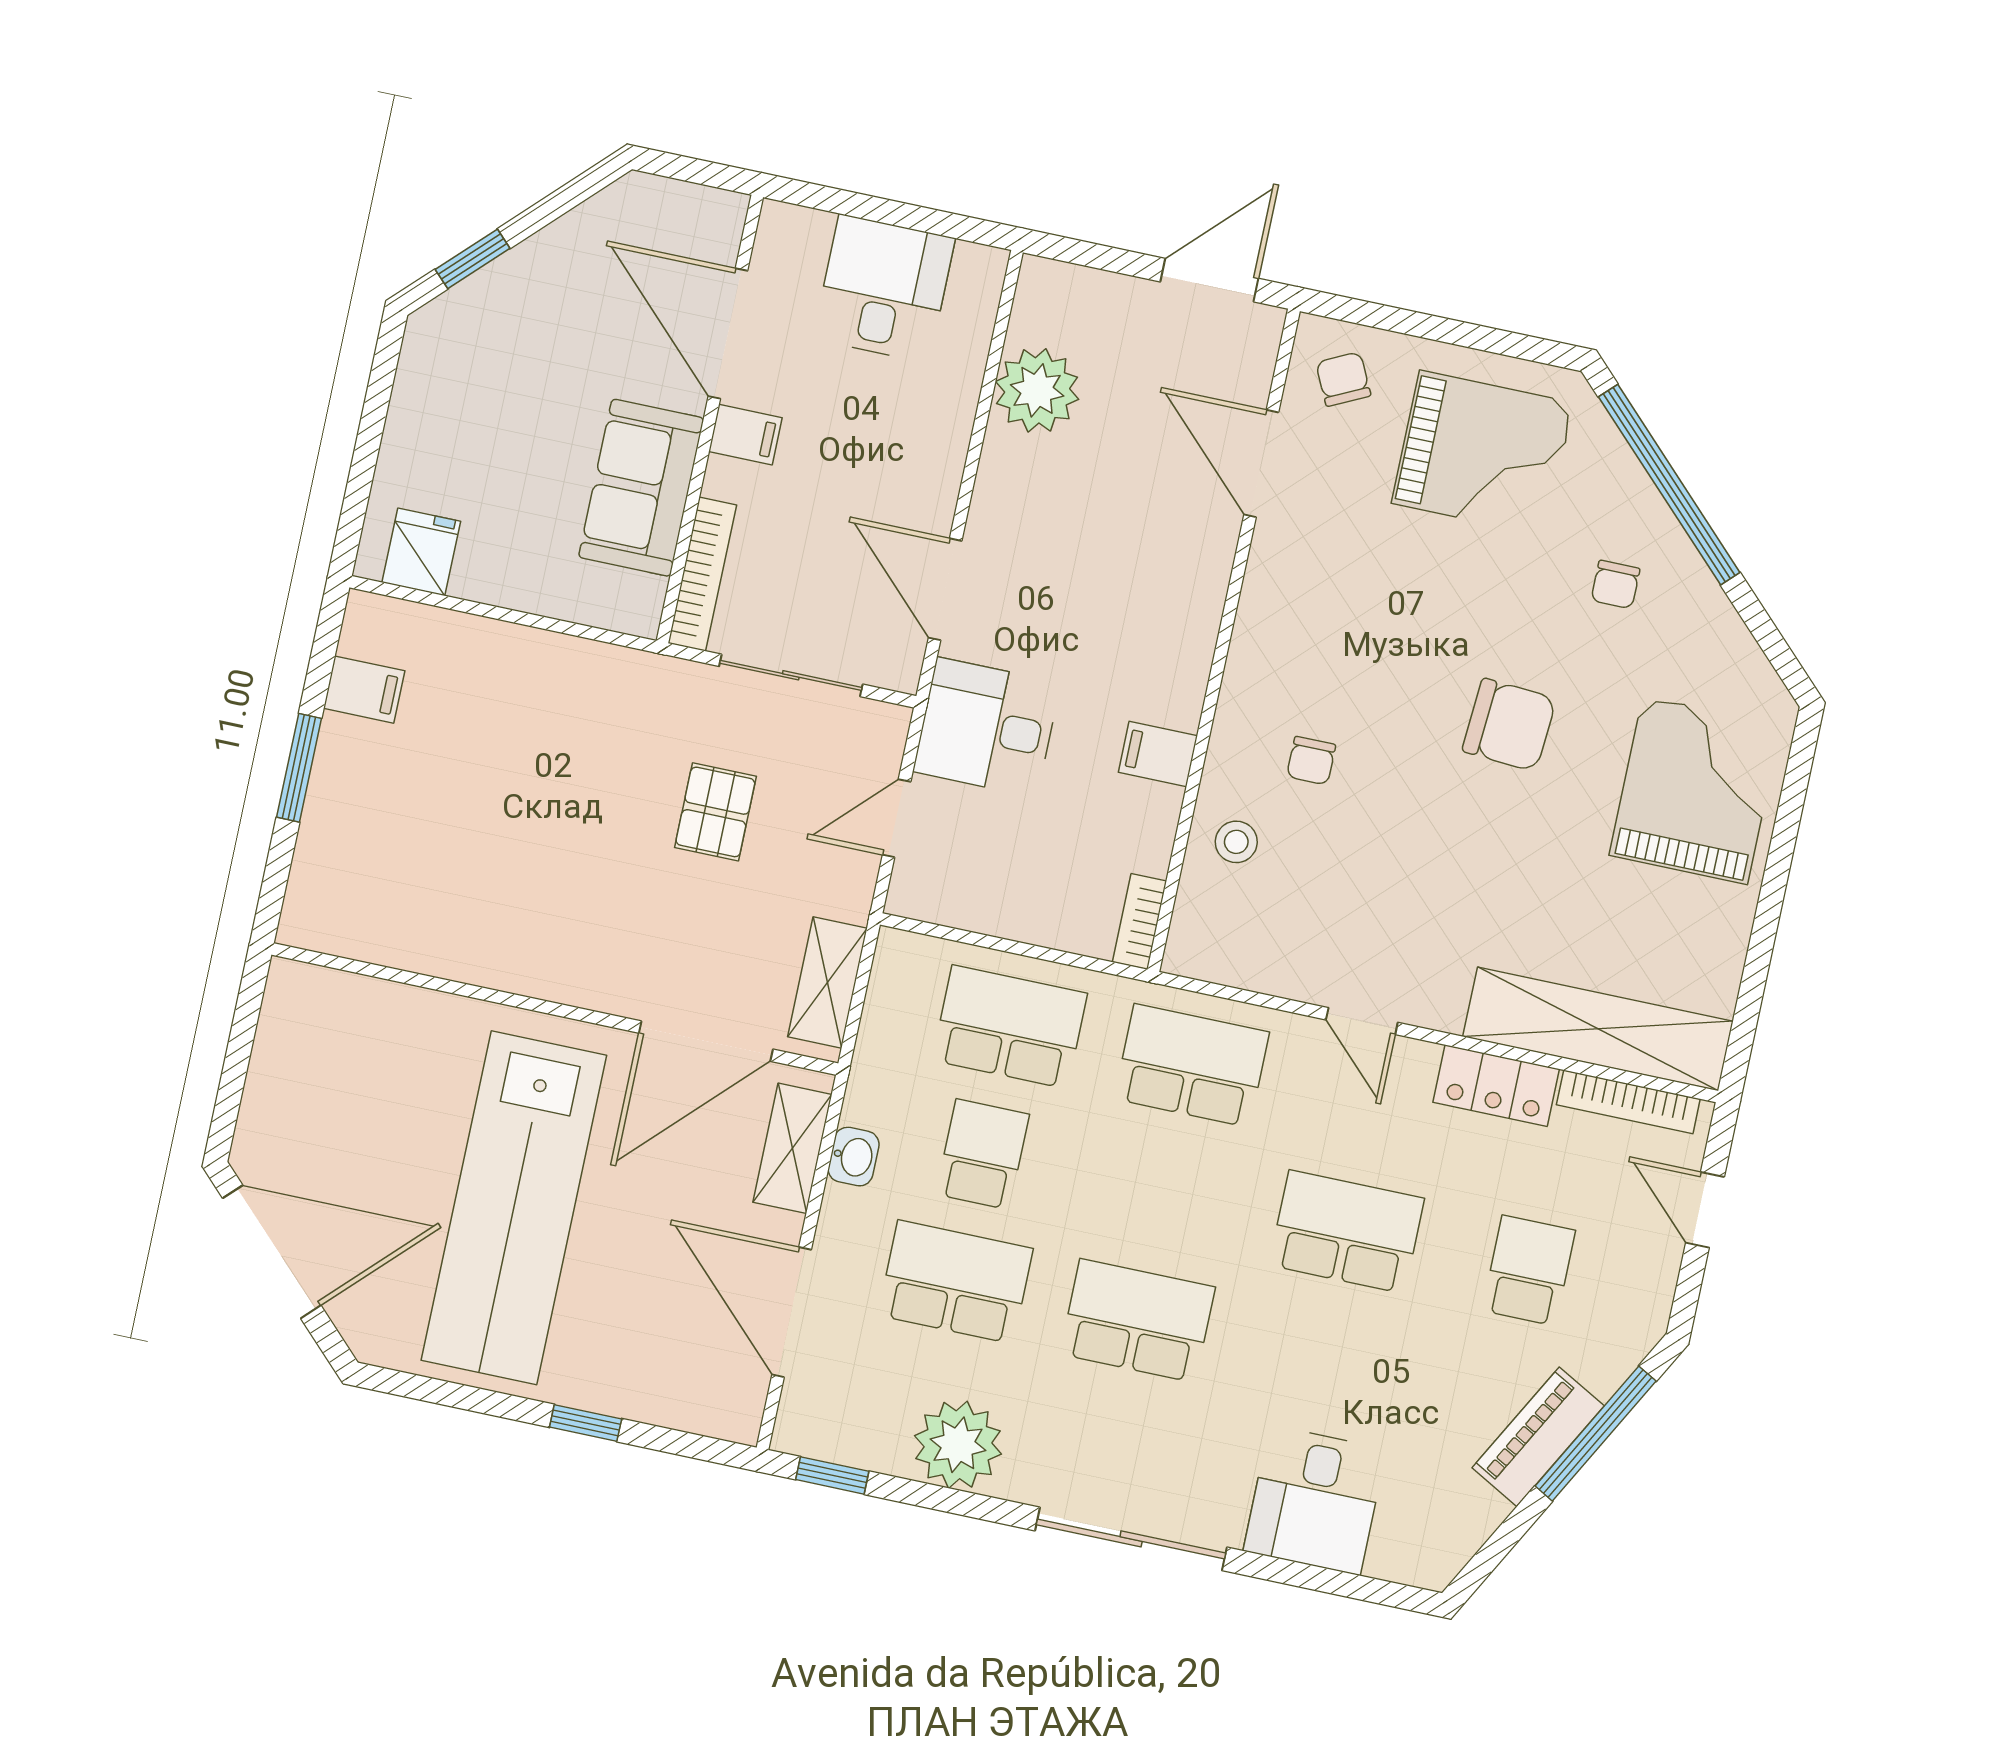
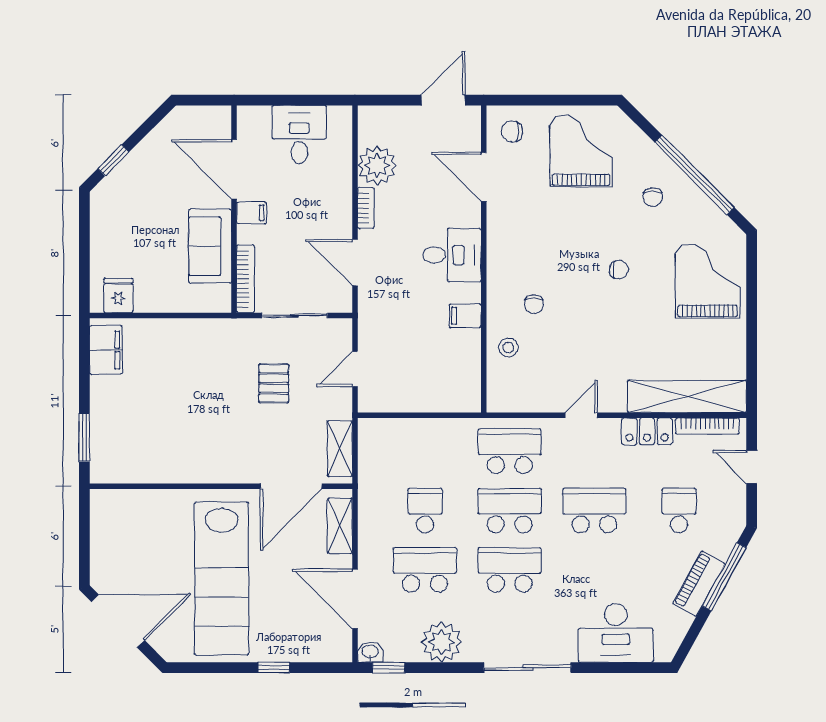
chair: (1343, 379) -> (512, 131), turned -64
grand piano: (1482, 453) -> (581, 151), turned -90
window: (1669, 485) -> (694, 175), moved
filing cabinet: (364, 690) -> (106, 350), width x2.00
chair: (1509, 725) -> (619, 270), width x0.54, depth x0.54
desk: (987, 727) -> (452, 255), moved, turned 180
window: (299, 768) -> (84, 437), moved
bookcase: (1139, 922) -> (366, 208), moved, turned 180
door: (1362, 1021) -> (581, 415), swing flipped
school desk: (1010, 1027) -> (510, 510), moved
washbasin: (854, 1157) -> (370, 652), moved, turned -90
desk: (1315, 1500) -> (616, 633), width x1.37

